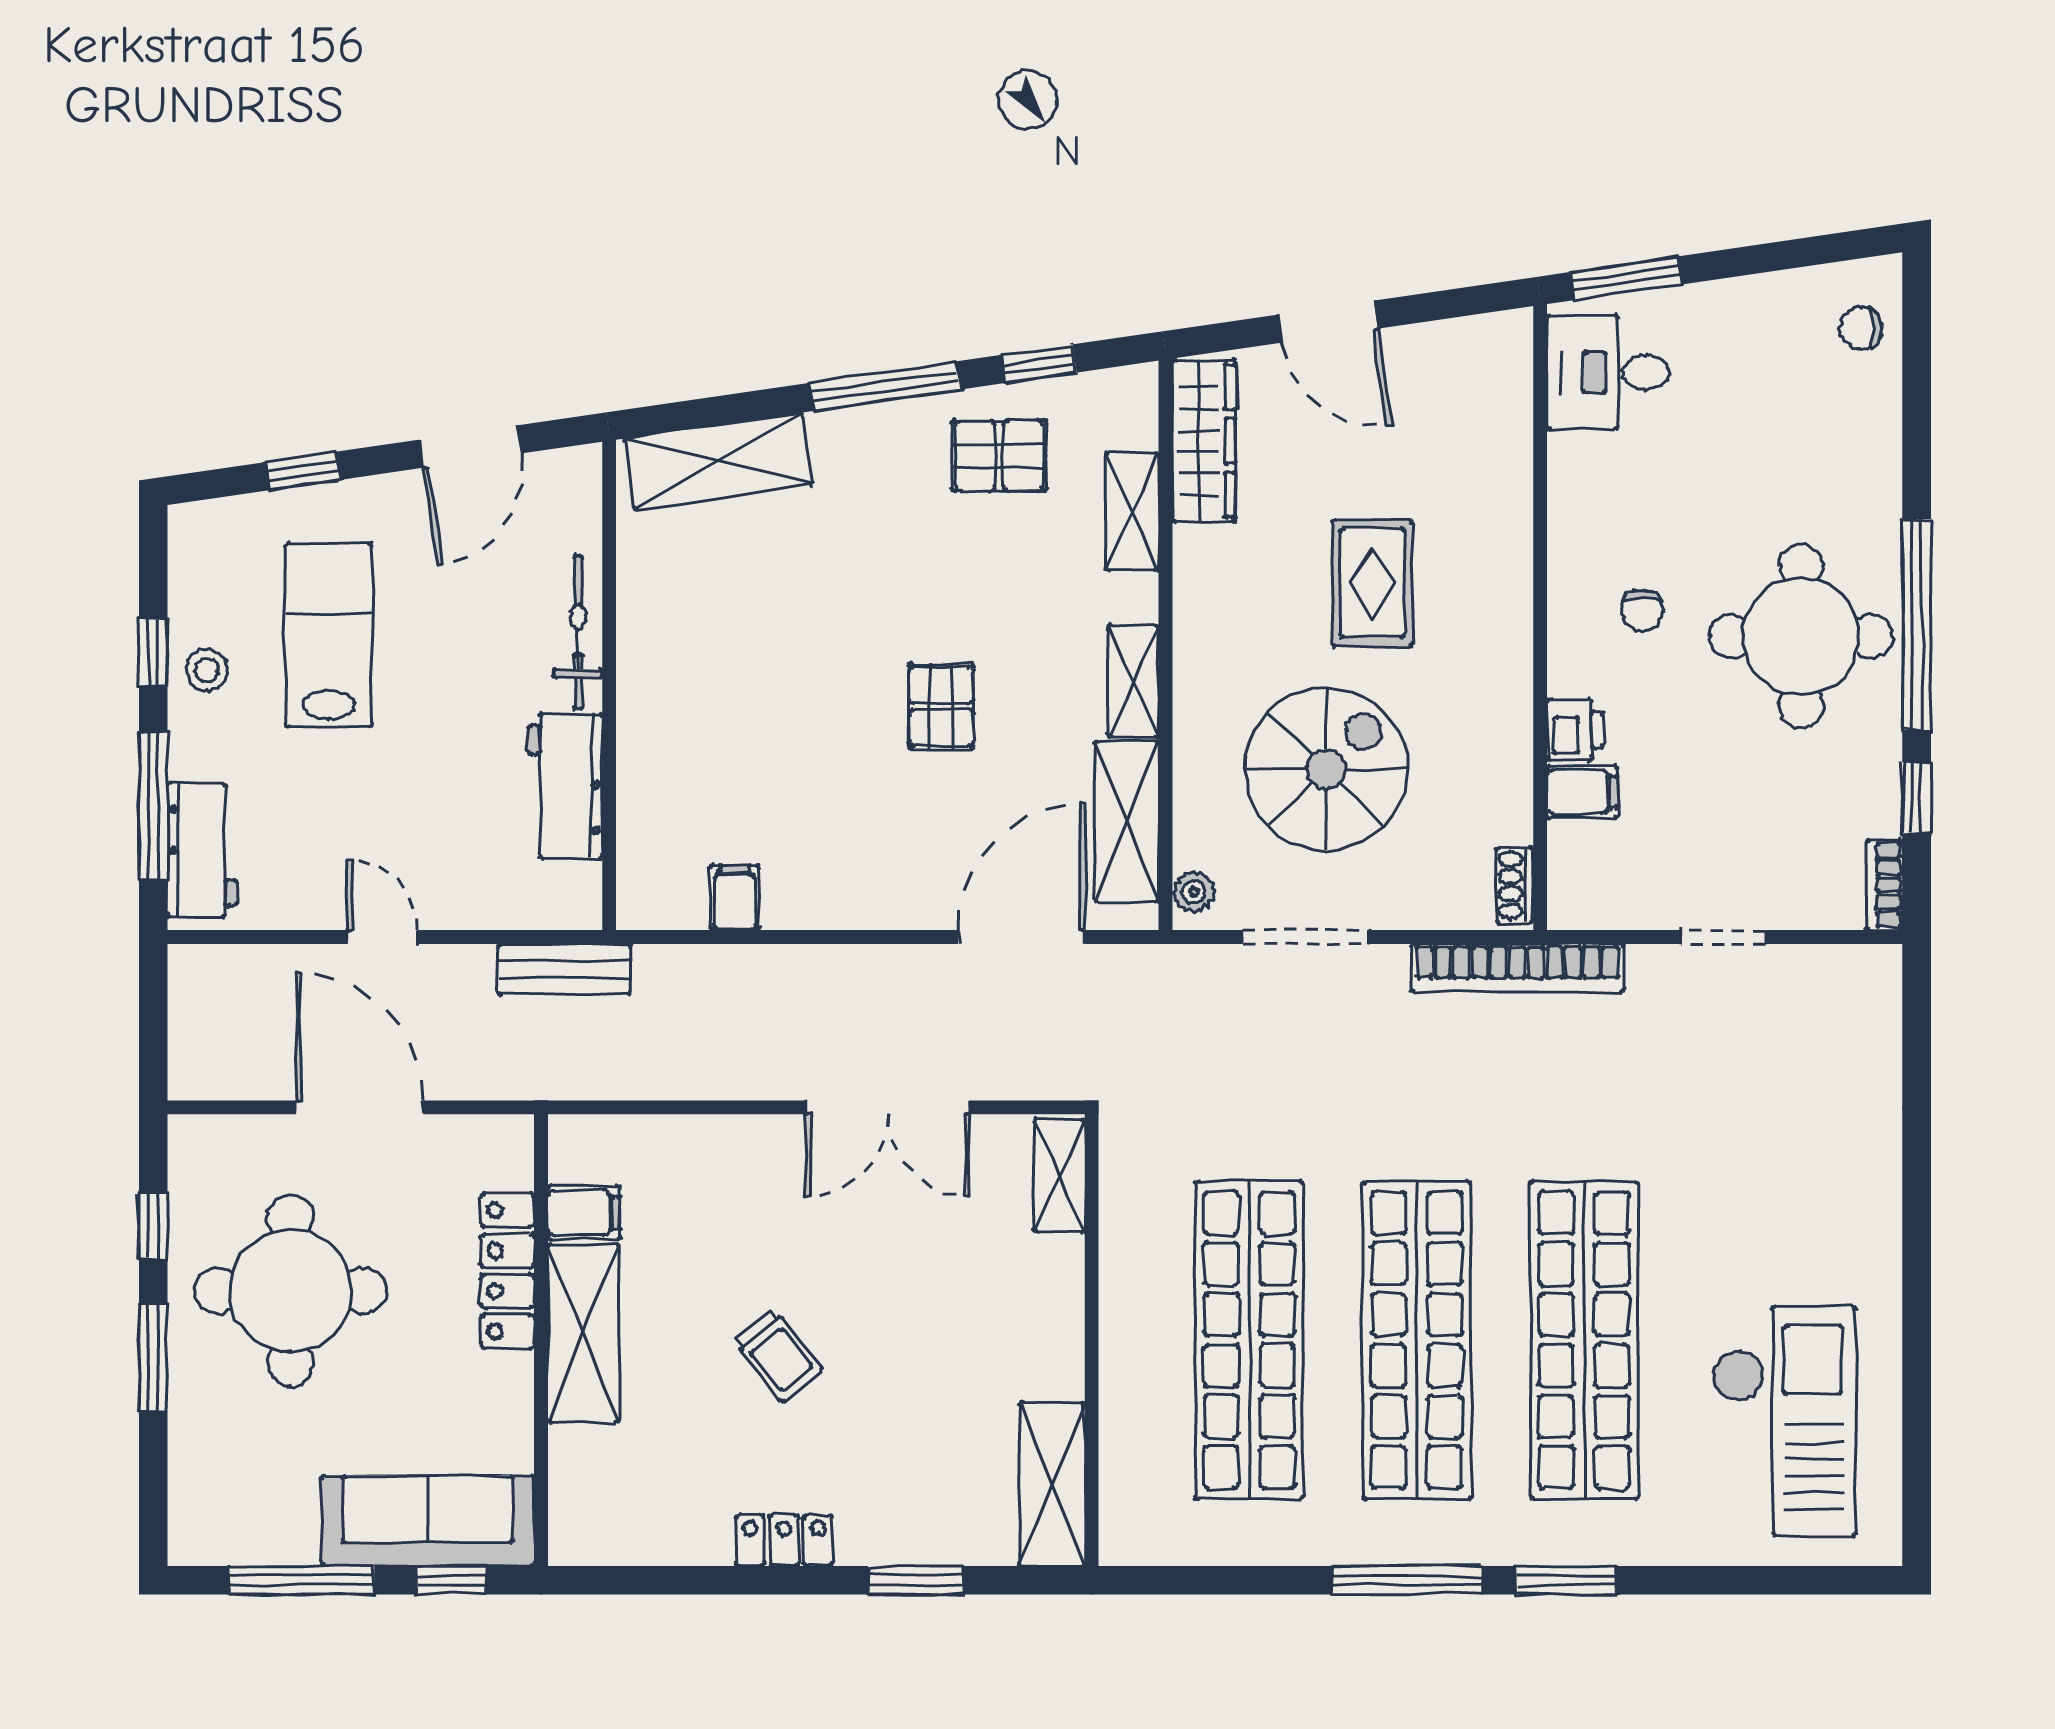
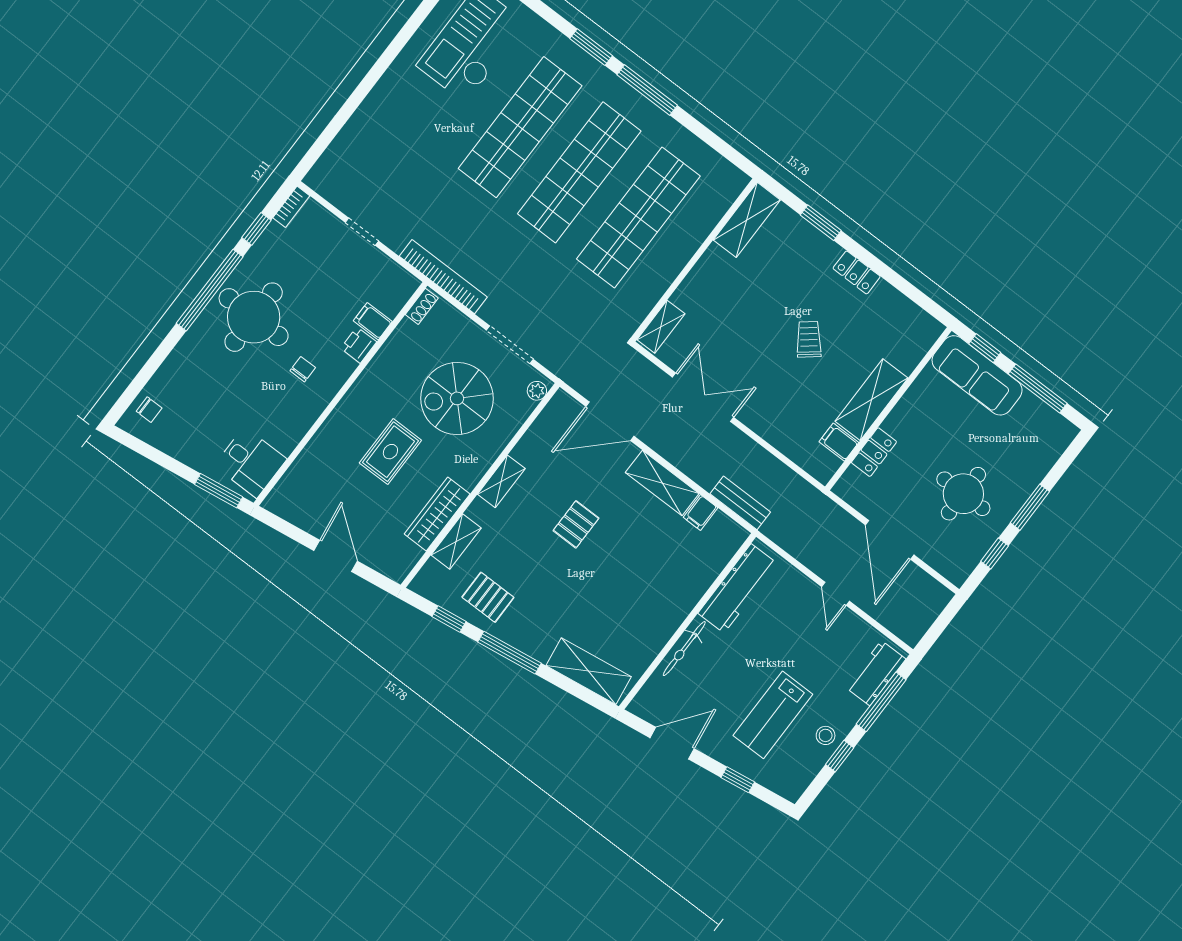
wardrobe: (1204, 441) -> (437, 514), moved
workbench: (565, 786) -> (738, 588), width x1.37
shelving: (1127, 822) -> (662, 483), moved, turned 90
bench: (564, 969) -> (740, 503), moved
locker: (507, 1271) -> (874, 452), width x0.66
round table: (291, 1291) -> (963, 494), width x0.73, depth x0.73

